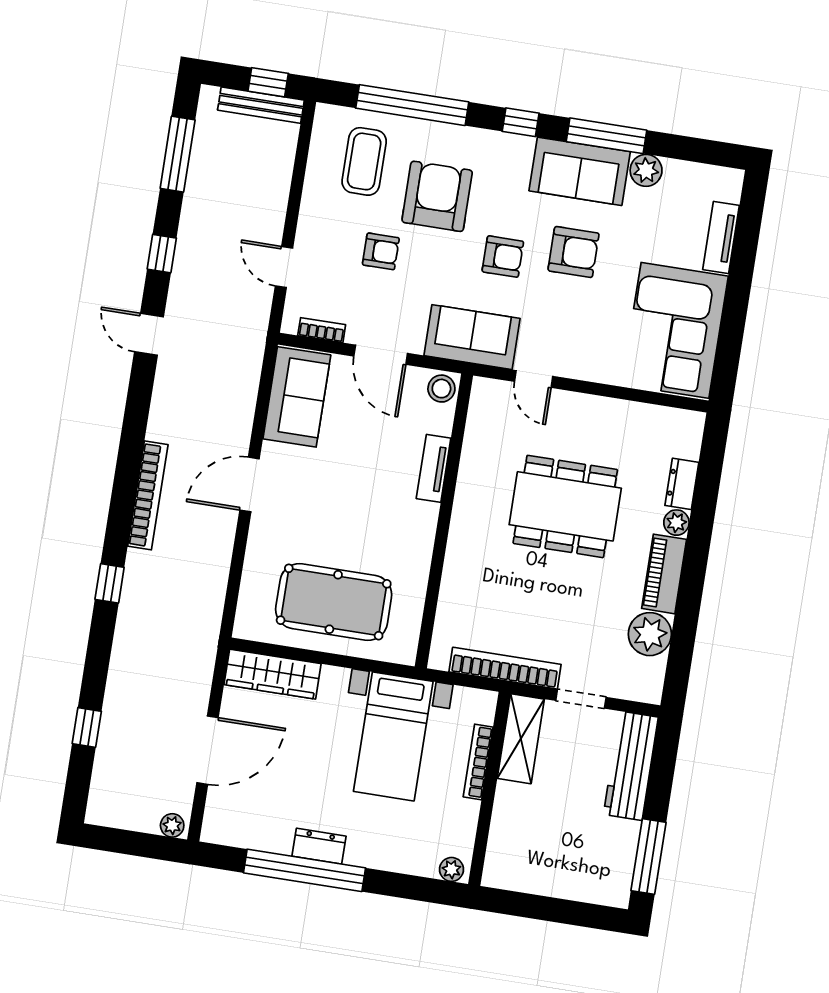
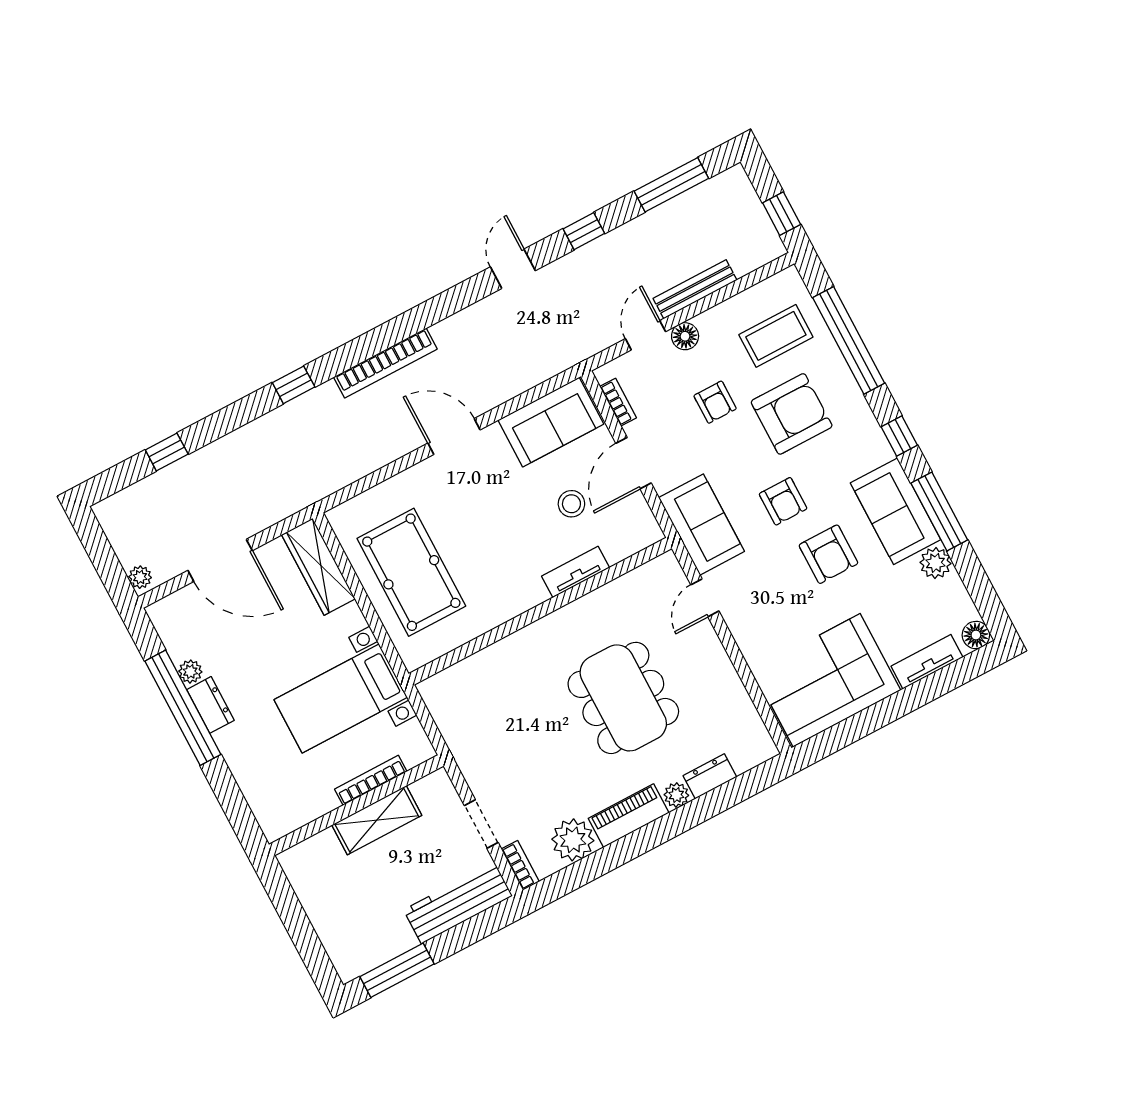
bench: (261, 105) -> (695, 289), moved, turned 90
floor lamp: (729, 181) -> (976, 635), added
floor lamp: (309, 236) -> (685, 336), added
stool: (441, 389) -> (571, 504), moved
bookcase: (505, 668) -> (520, 865), moved, width x0.43, depth x0.76
shelving: (521, 739) -> (377, 820), moved
plant: (452, 869) -> (190, 672), moved

